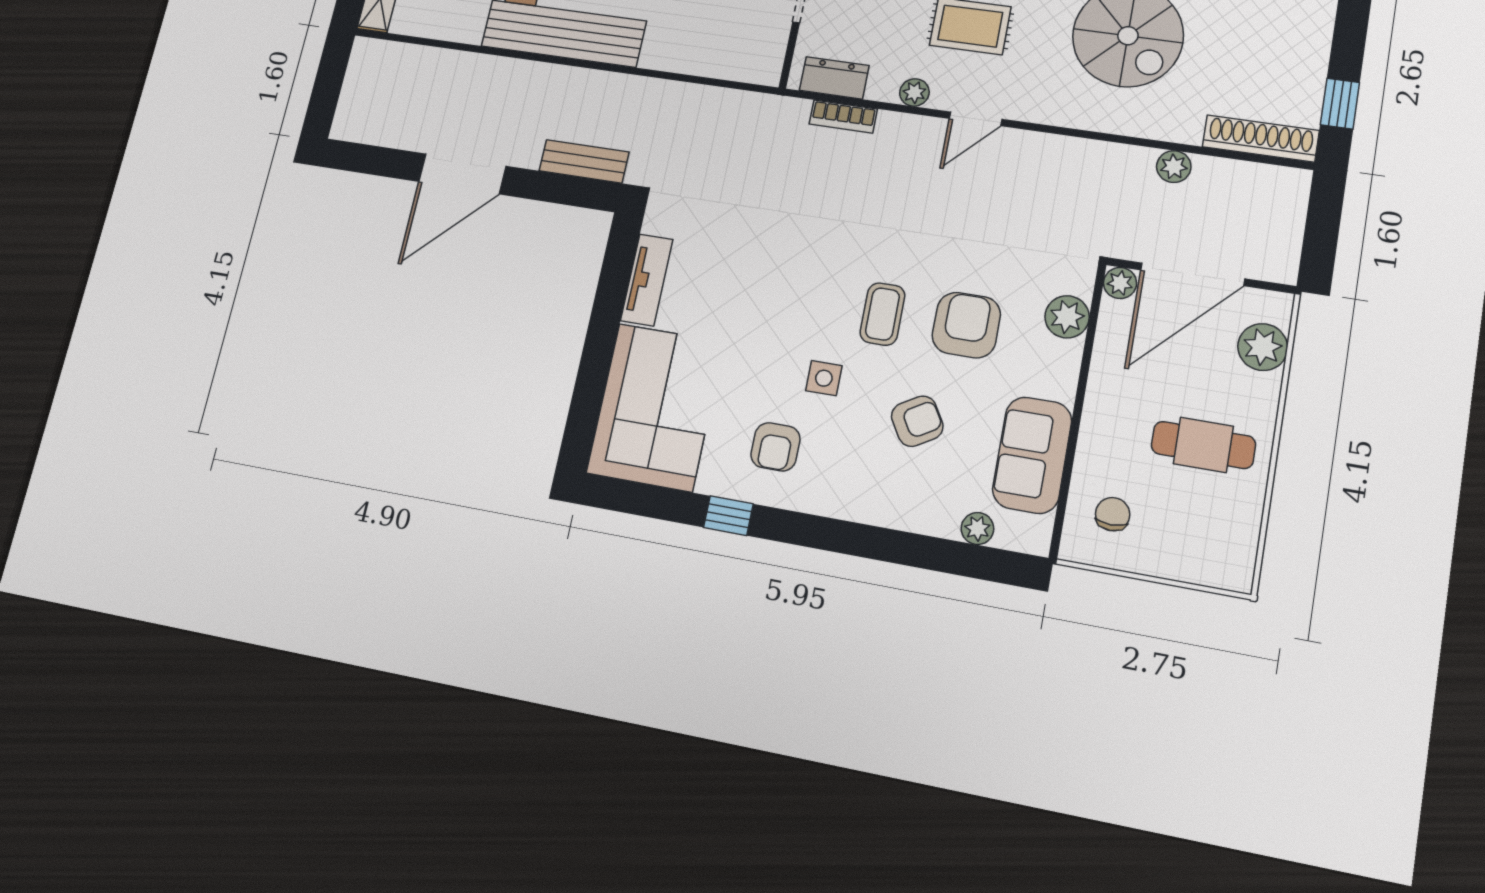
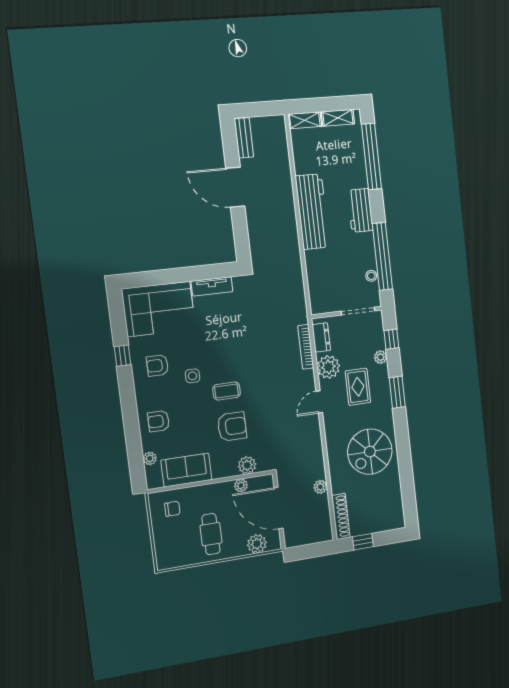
plant: (914, 92) -> (328, 367), width x1.88, depth x1.88
bookcase: (843, 117) -> (306, 347), width x1.56
door: (976, 119) -> (319, 402), hinge flipped
bench: (584, 161) -> (244, 138), moved
plant: (1120, 283) -> (241, 486), moved
armchair: (917, 421) -> (159, 421), moved, turned 121

